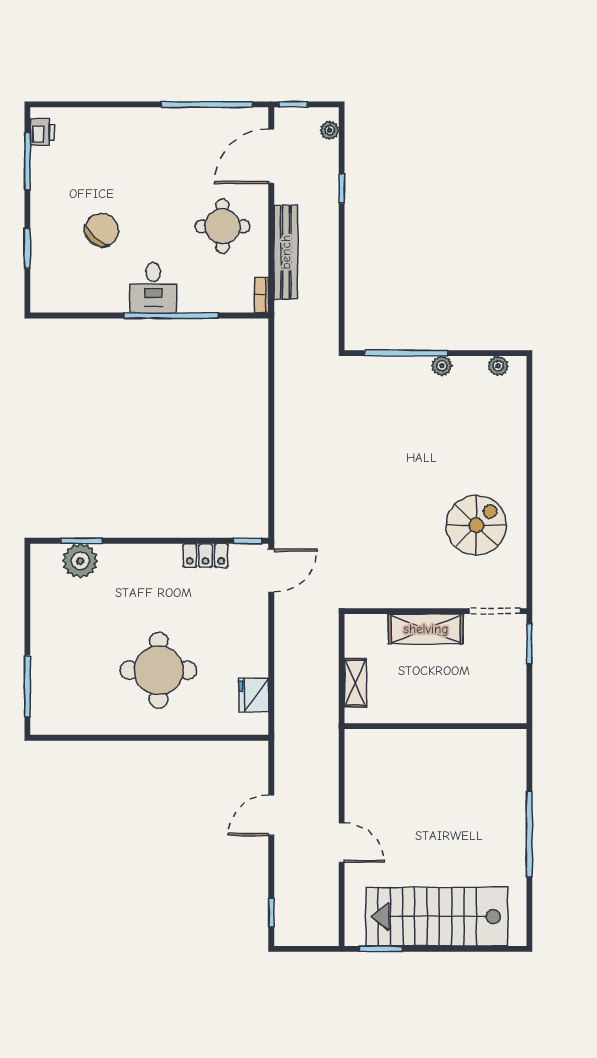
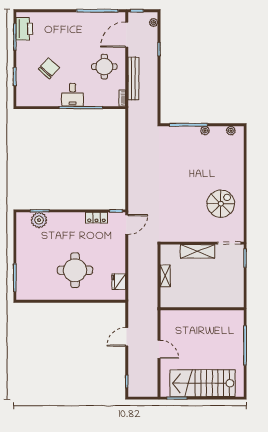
printer: (42, 132) -> (24, 29), width x1.87, depth x1.48
wall: (436, 726) -> (202, 309), moved

